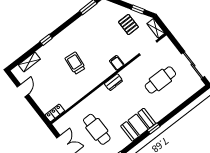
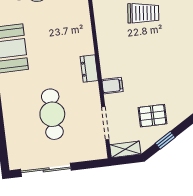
filing cabinet: (117, 63) -> (112, 86), moved
dresser: (114, 82) -> (89, 69), moved

